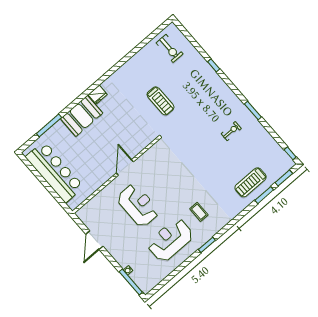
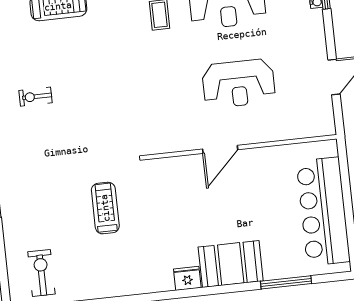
reception desk: (138, 205) -> (239, 83), turned -90

